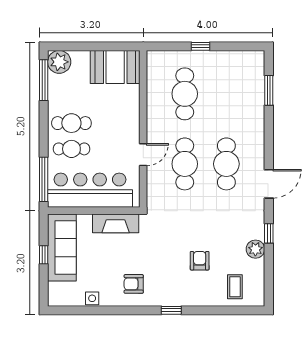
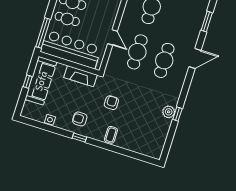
door: (143, 155) -> (112, 37), hinge flipped
door: (269, 184) -> (195, 58), moved
plant: (255, 249) -> (169, 112), moved
armchair: (200, 261) -> (111, 103), moved
coffee table: (235, 287) -> (111, 135), moved
window: (171, 310) -> (79, 138), moved

